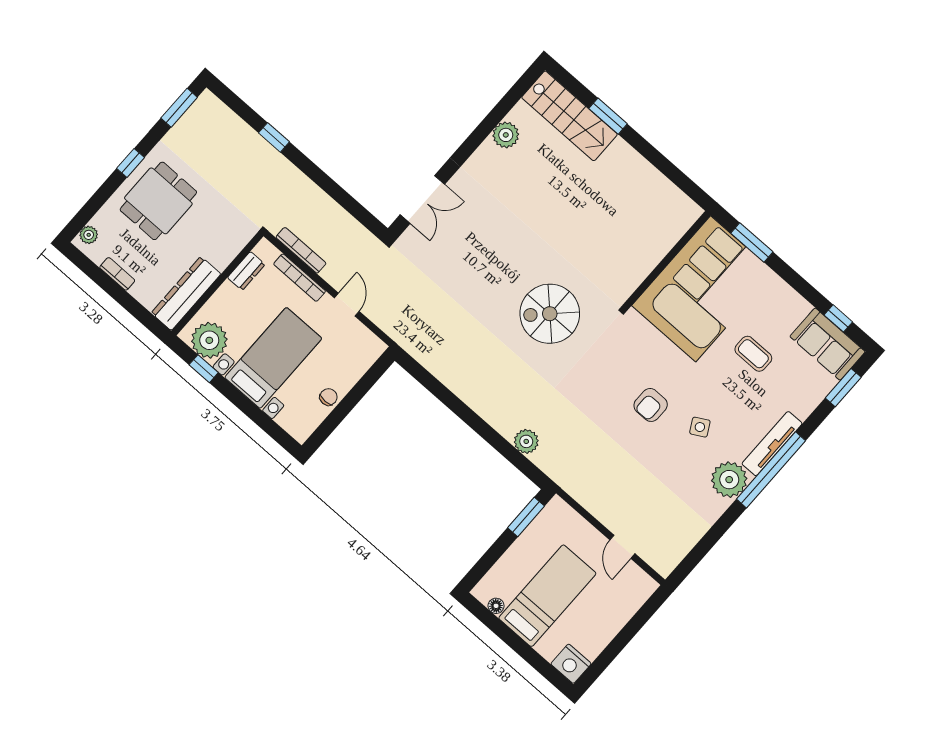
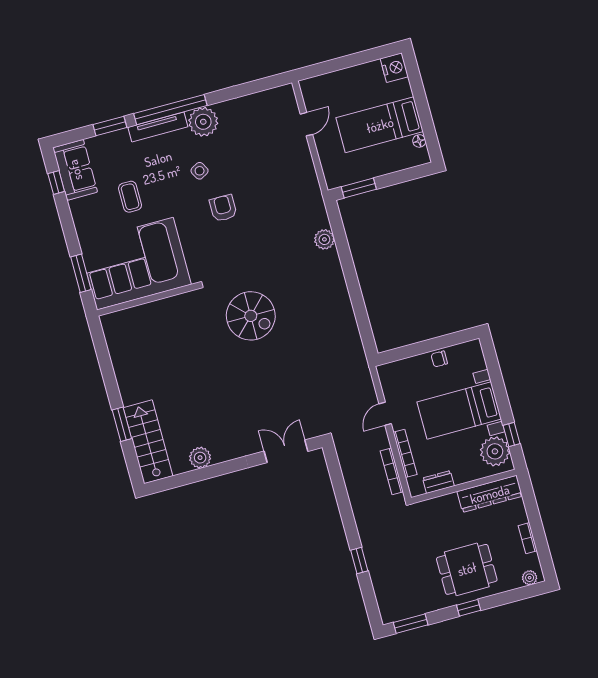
window: (843, 388) -> (110, 126), moved
armchair: (651, 405) -> (223, 208), turned -90

